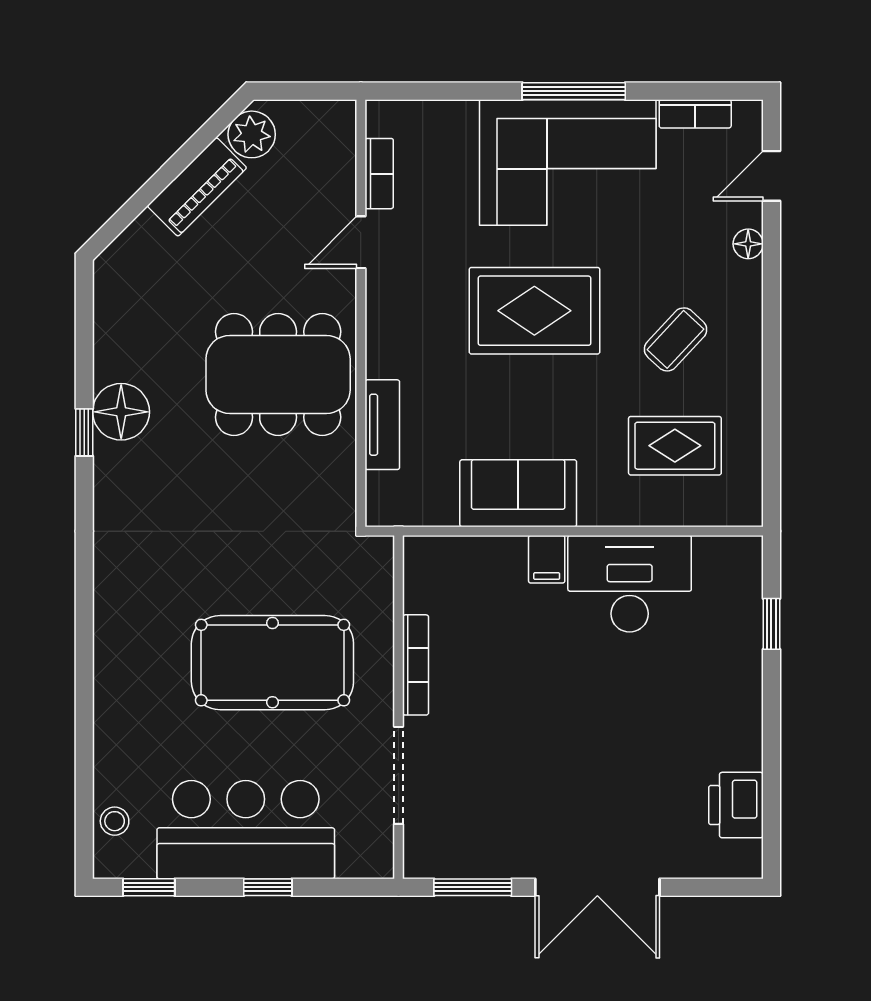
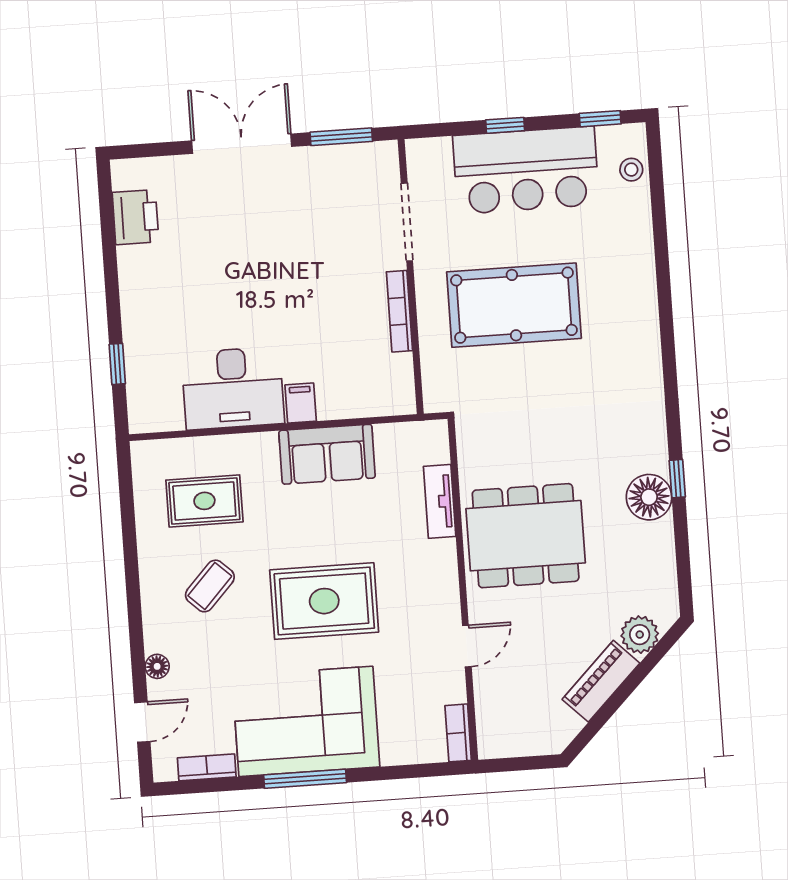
plant: (252, 134) -> (640, 635), moved
bookcase: (379, 174) -> (458, 733), moved

